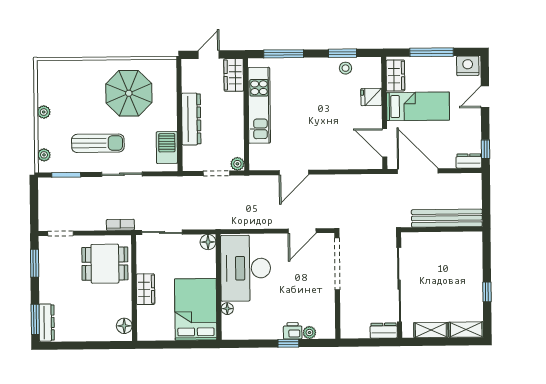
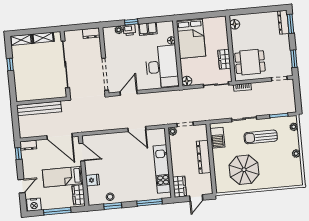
door: (294, 172) -> (137, 129), swing flipped
wardrobe: (145, 289) -> (224, 59), moved
filing cabinet: (263, 330) -> (148, 29), added
dresser: (384, 331) -> (91, 33), moved

